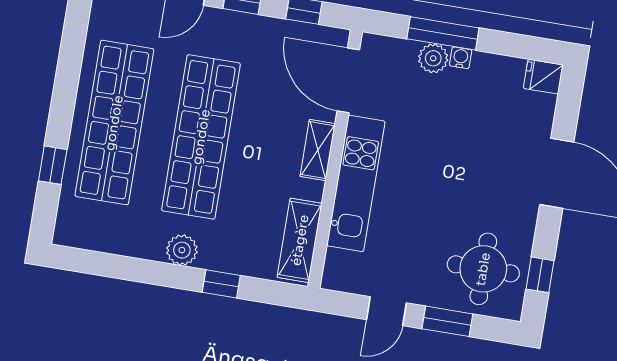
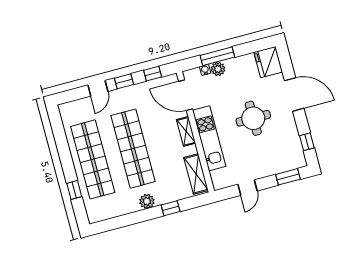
water cooler: (461, 58) -> (205, 70), moved
fridge: (543, 77) -> (268, 62), width x1.88, depth x1.34
round table: (483, 269) -> (253, 118), moved
window: (447, 321) -> (288, 177), moved

